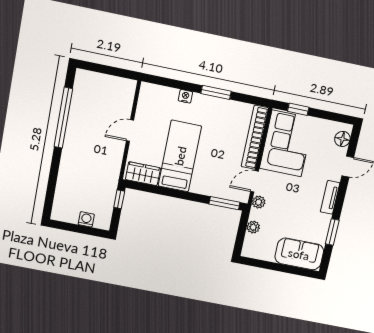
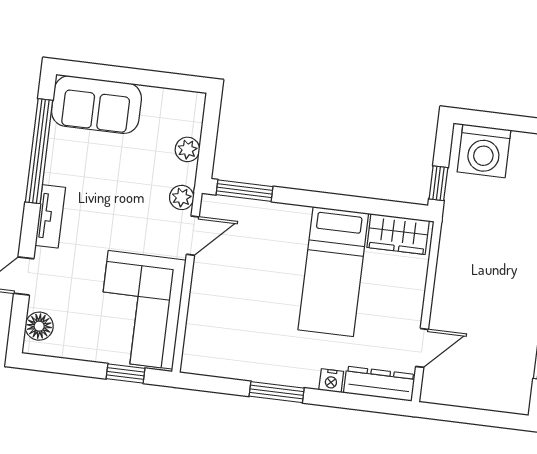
dresser: (159, 92) -> (379, 384), added
door: (130, 131) -> (422, 348), moved
bookcase: (255, 137) -> (200, 316), removed
washing machine: (86, 219) -> (484, 151), width x1.89, depth x1.89
window: (332, 232) -> (39, 151), width x2.11

